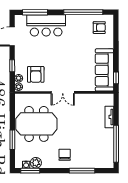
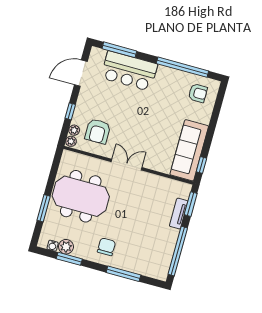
double door: (63, 92) -> (127, 165), swing flipped
window: (116, 108) -> (191, 204), added
window: (30, 171) -> (69, 259), moved

